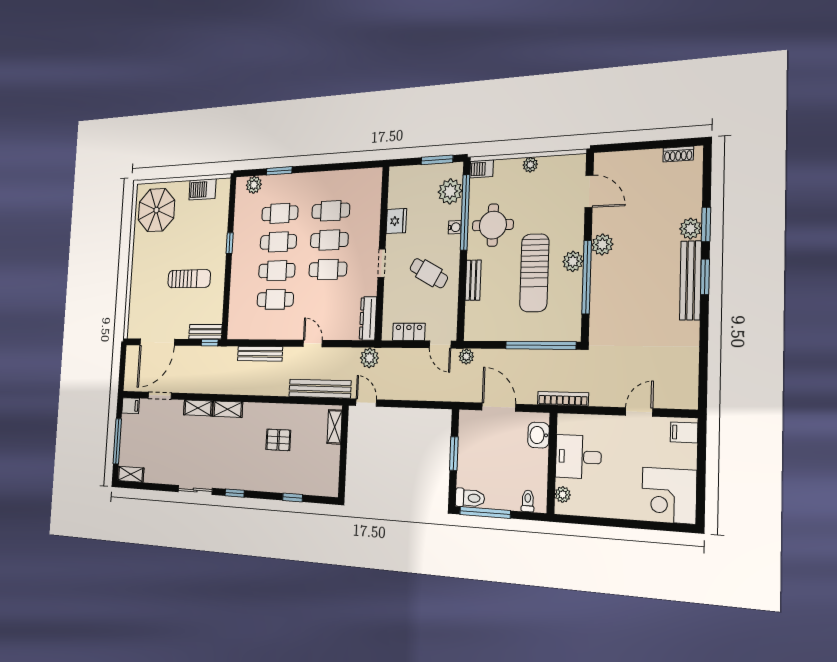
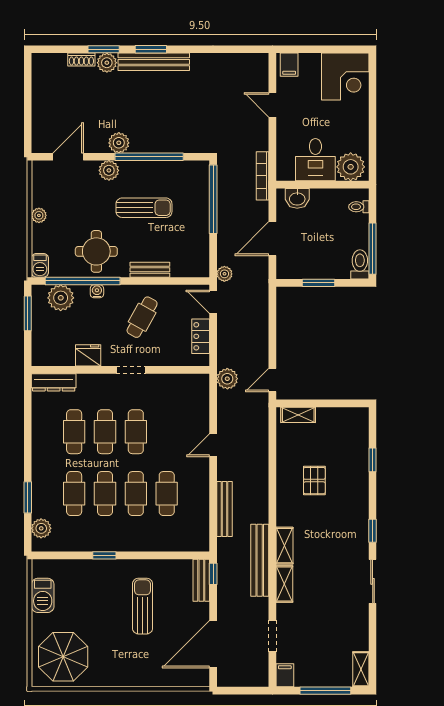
shoe rack: (678, 154) -> (81, 60), moved, turned 90
plant: (573, 261) -> (109, 170), moved
sun lounger: (534, 273) -> (144, 208), width x0.73, depth x0.75
dresser: (368, 318) -> (54, 382), moved
door: (157, 342) -> (213, 644), swing flipped
door: (440, 345) -> (213, 302), swing flipped
bench: (320, 389) -> (260, 560), moved
plant: (563, 495) -> (351, 167), width x1.88, depth x1.88

